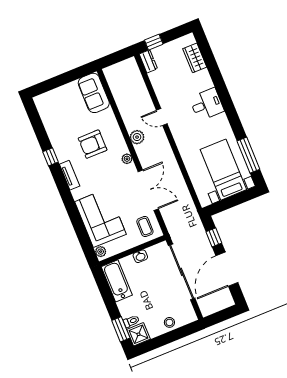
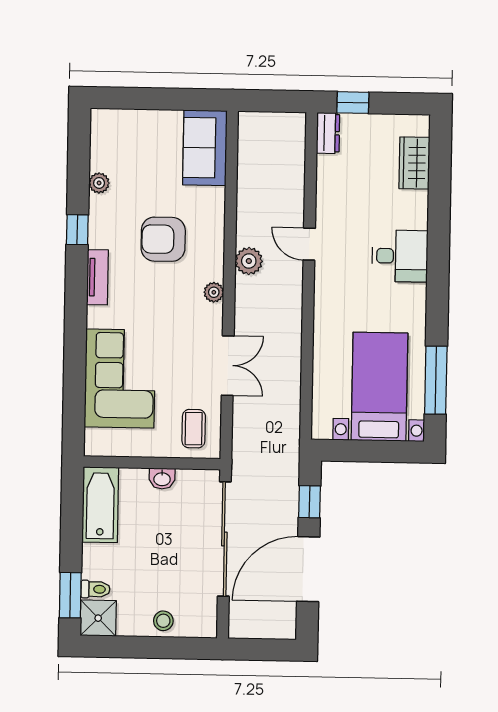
double door: (148, 190) -> (228, 366), width x0.73
plant: (101, 252) -> (99, 183), moved

